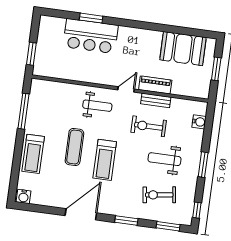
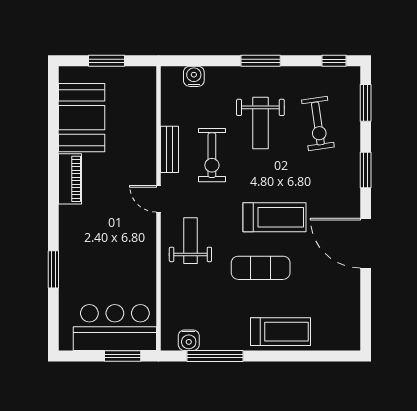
bar counter: (91, 36) -> (115, 328), moved, turned -90
piano: (155, 85) -> (70, 179), moved, turned 180
water cooler: (24, 196) -> (189, 340), moved, turned 90

